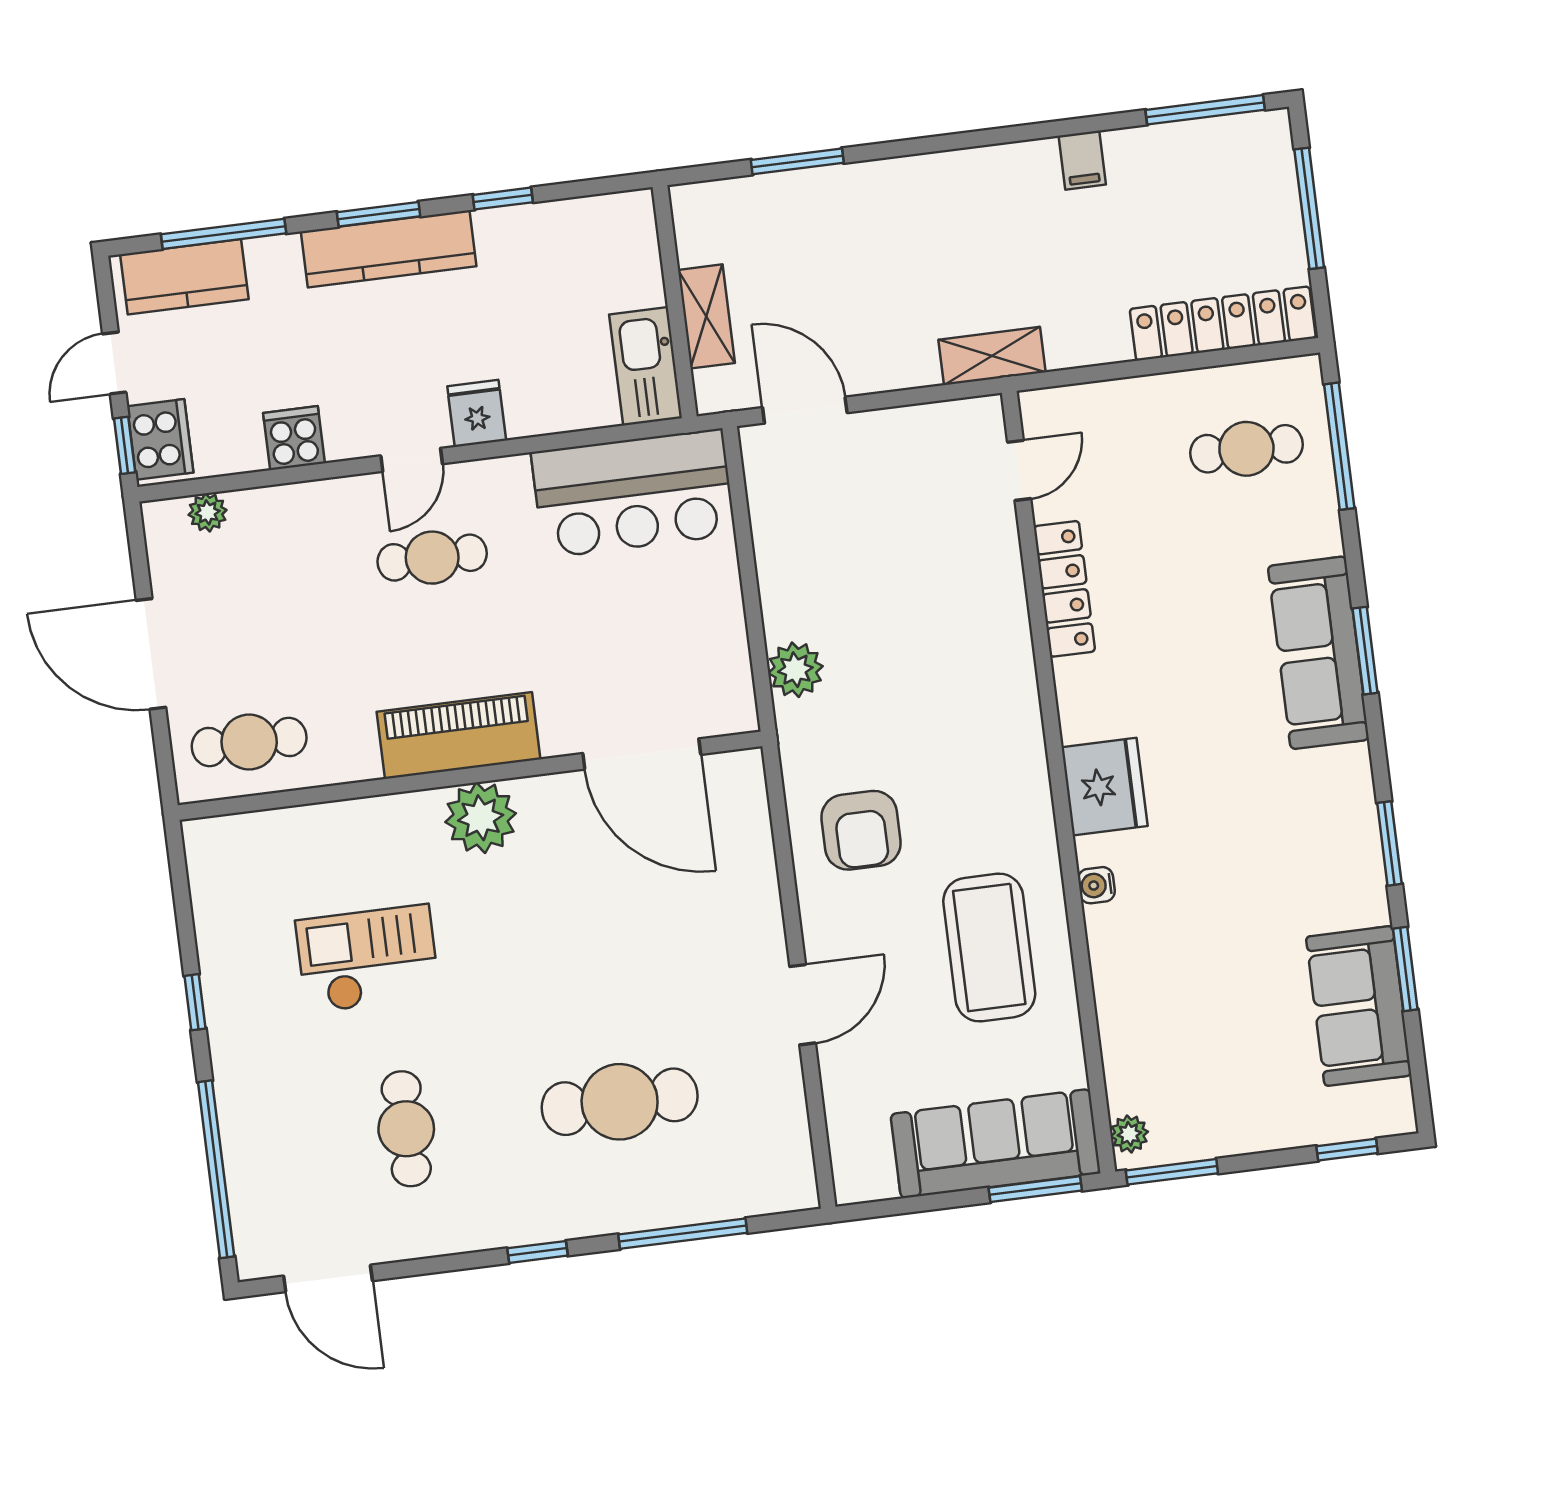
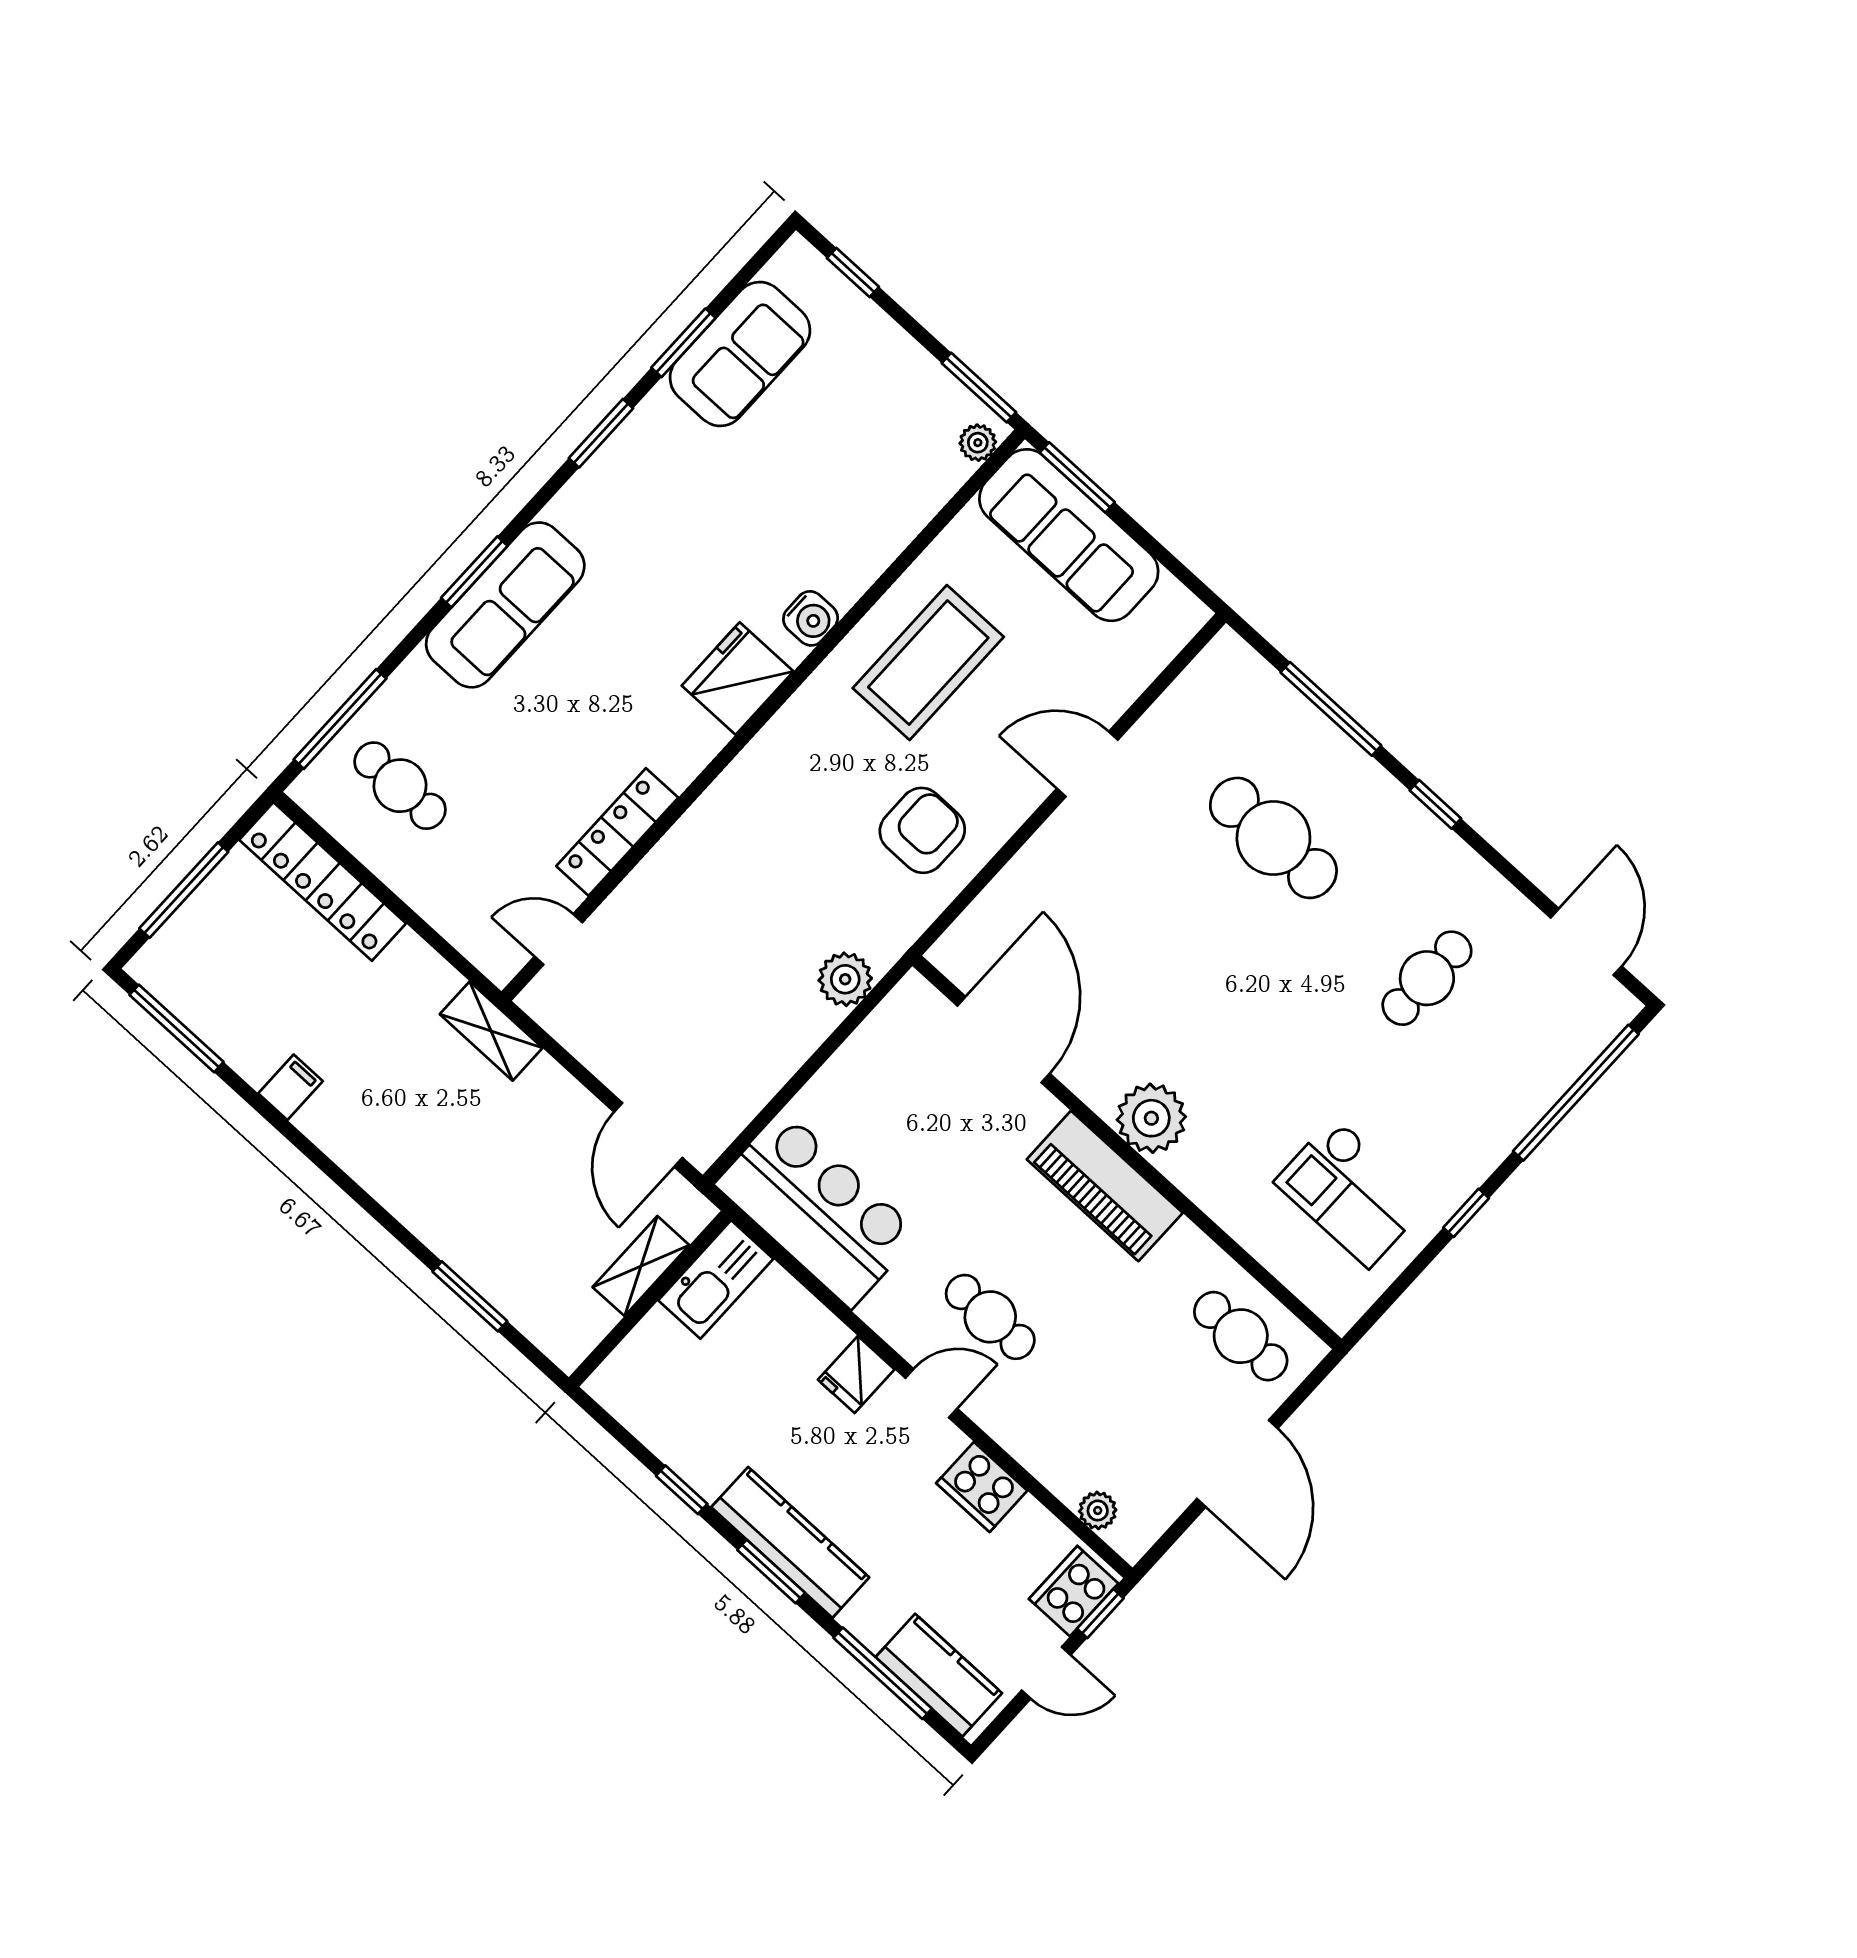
cooker: (294, 438) -> (982, 1487), width x1.36
water cooler: (1096, 885) -> (811, 618), width x1.38, depth x1.38
checkout: (368, 959) -> (1352, 1192), moved

